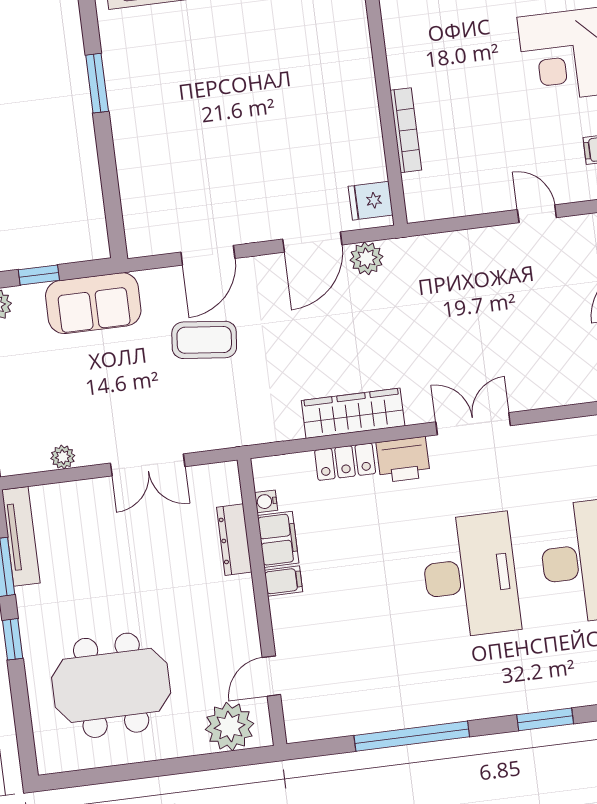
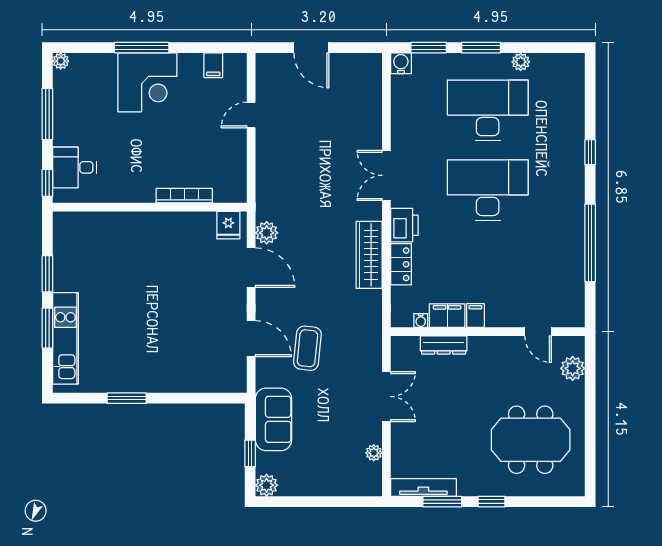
meeting table: (111, 685) -> (531, 440), turned 90
window: (545, 719) -> (590, 152), width x0.67
plant: (230, 727) -> (573, 368), width x0.73, depth x0.73

